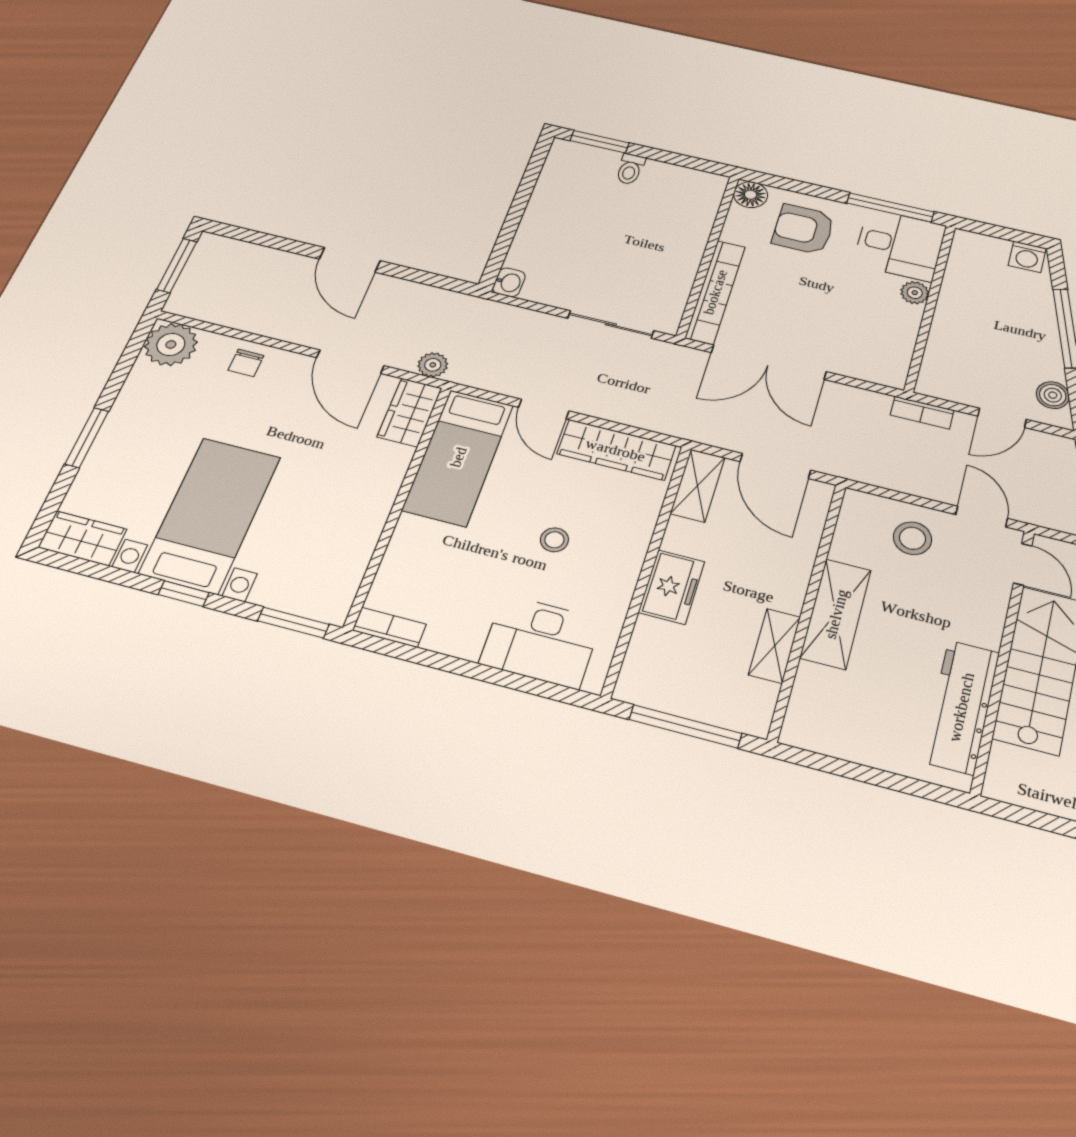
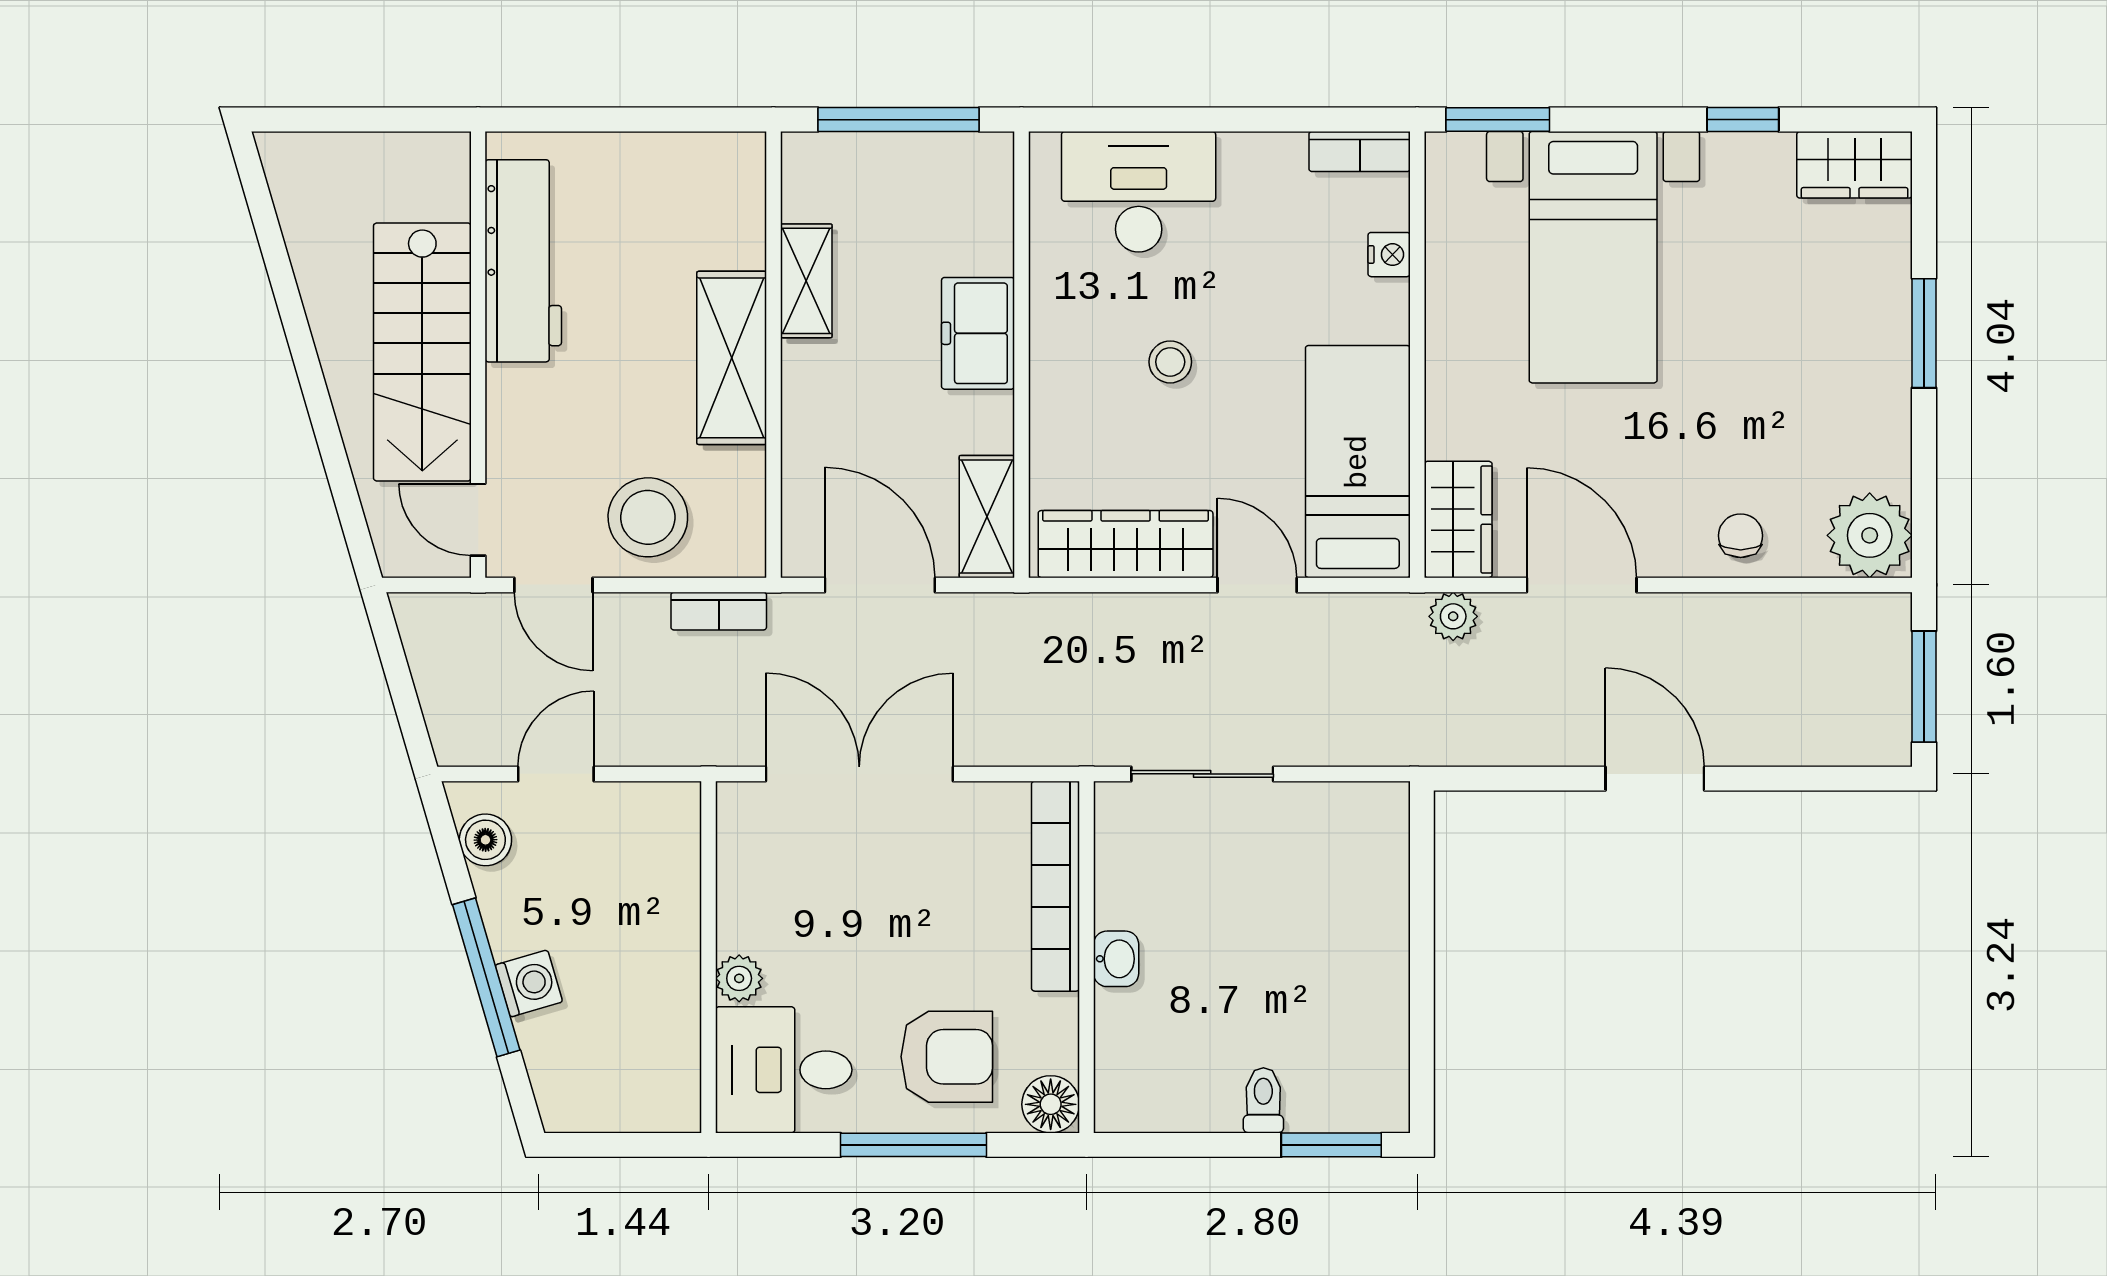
window: (890, 207) -> (914, 1145), moved
washing machine: (1027, 257) -> (529, 983), moved, turned 74
washbasin: (509, 282) -> (1116, 959), moved, turned 180
double door: (769, 362) -> (859, 774), moved
bookcase: (922, 413) -> (719, 611), moved, turned 180
bed with nightstands: (210, 515) -> (1593, 257), moved
stool: (912, 538) -> (648, 517), width x1.38, depth x1.38
nightstand: (394, 564) -> (1389, 255), added
window: (184, 594) -> (1743, 120), moved

